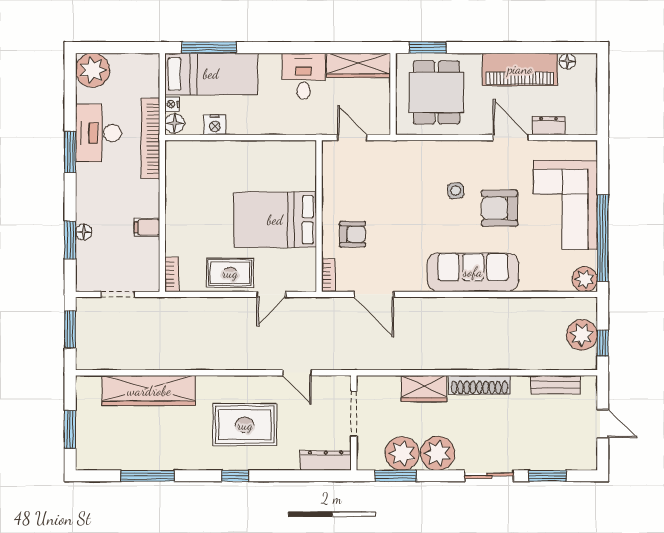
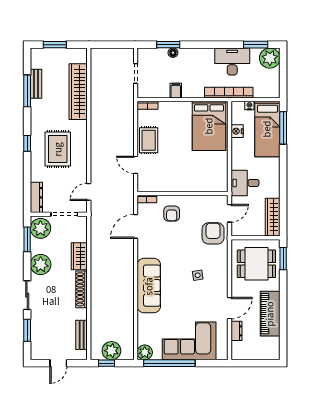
floor lamp: (567, 61) -> (275, 342), removed
desk: (304, 76) -> (245, 183), moved, turned 180
floor lamp: (175, 123) -> (238, 107), removed
window: (70, 152) -> (256, 45), moved
armchair: (500, 208) -> (213, 233), moved
bed: (275, 220) -> (209, 126), moved, turned 180
window: (70, 330) -> (115, 45), removed
door: (297, 373) -> (89, 192), moved
plant: (402, 453) -> (40, 228), moved
bench: (136, 461) -> (36, 84), added

